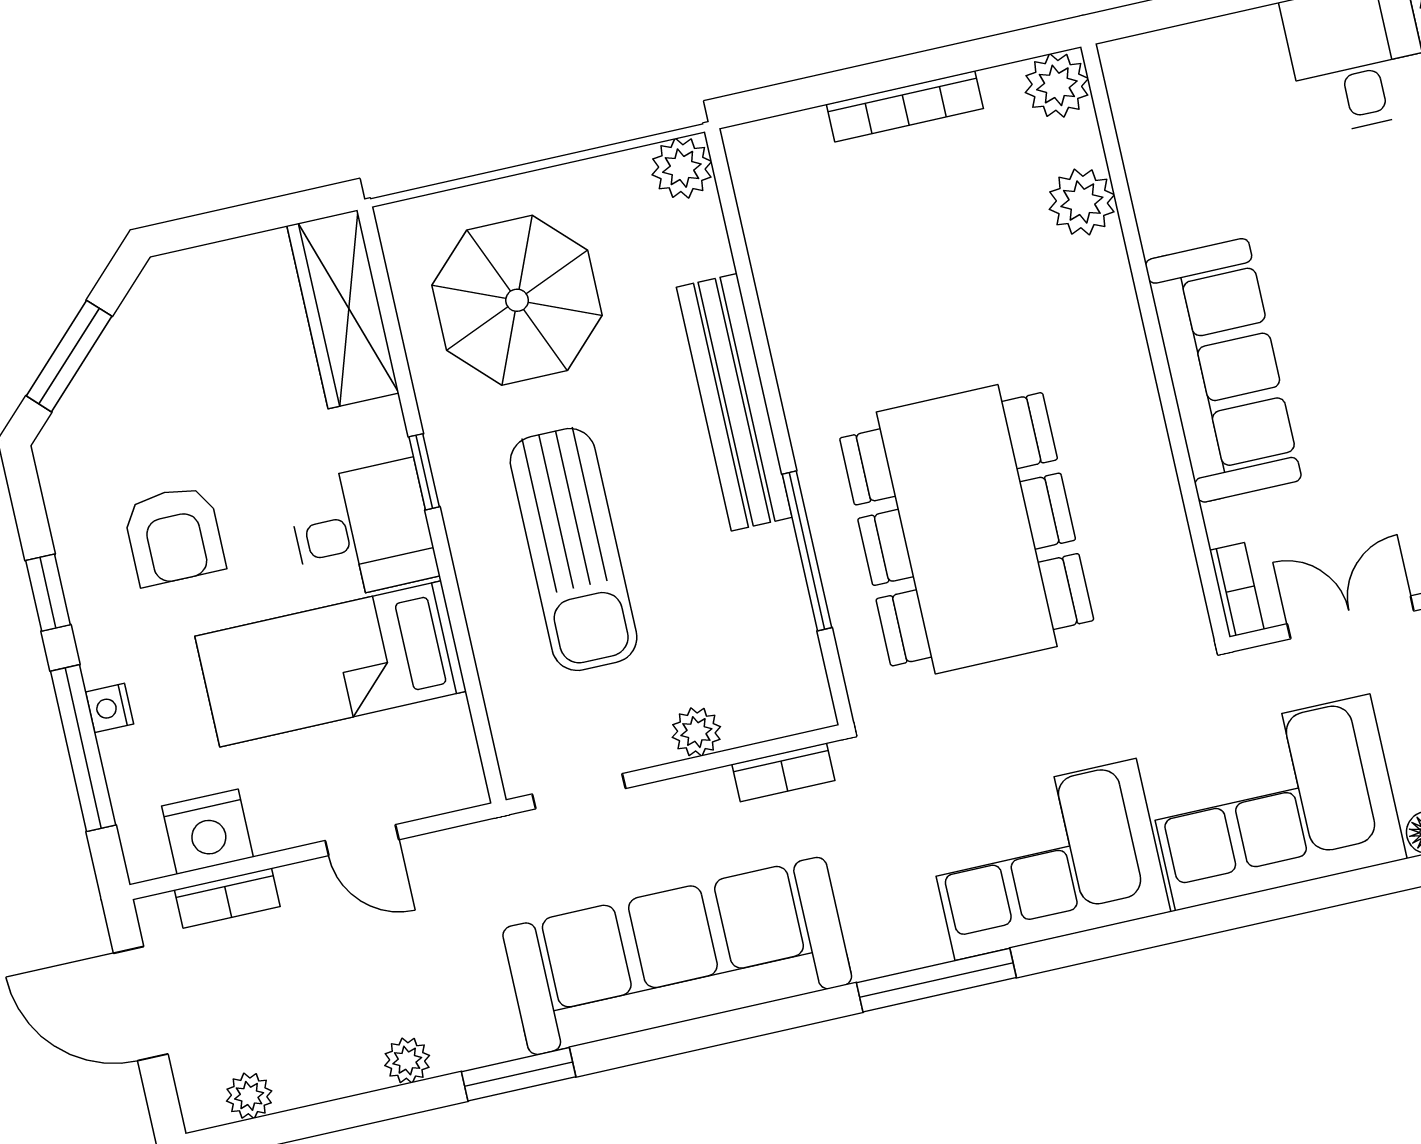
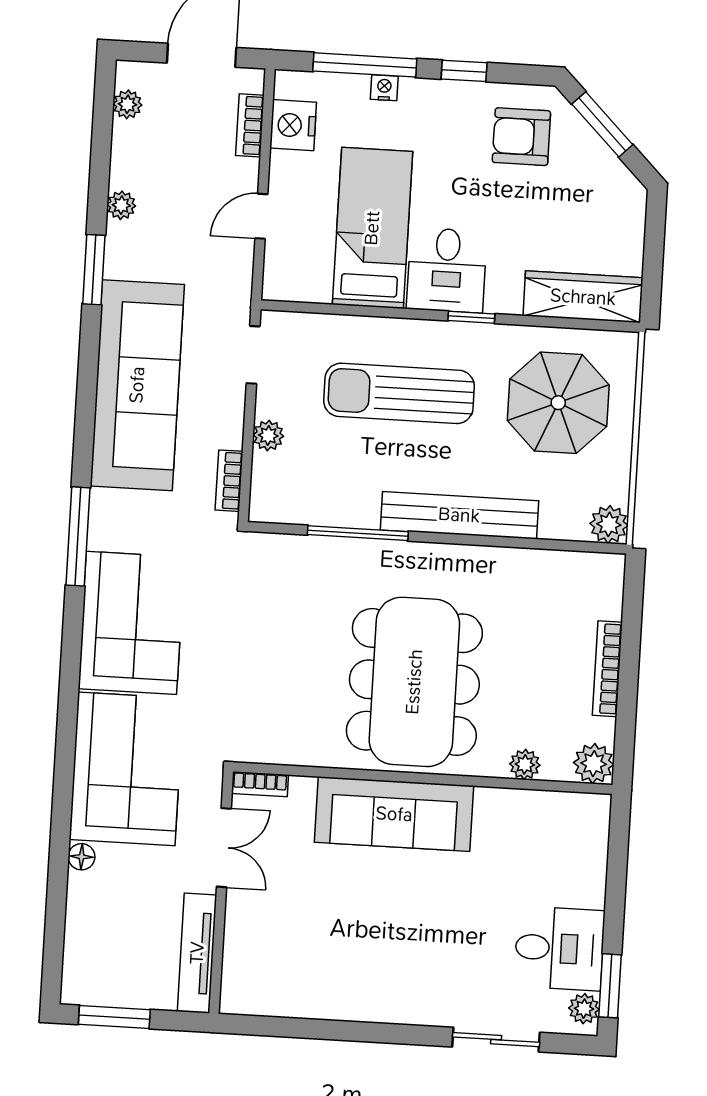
plant: (1082, 202) -> (525, 764), width x0.73, depth x0.73
dining table: (967, 529) -> (414, 682), moved, turned 90
armchair: (174, 535) -> (521, 137), moved

